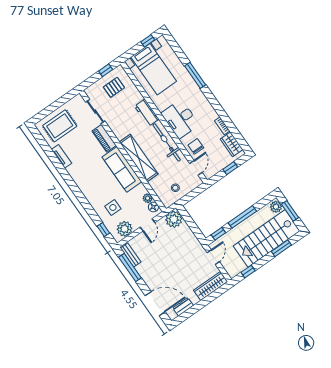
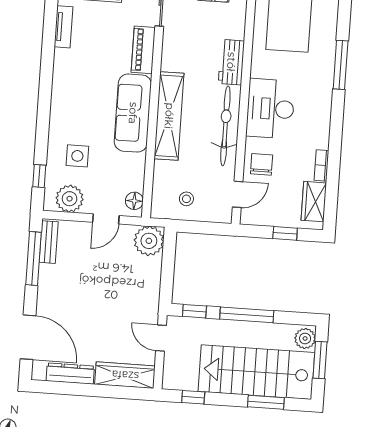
plant: (148, 198) -> (136, 182), removed
door: (213, 257) -> (161, 338), swing flipped
dresser: (183, 307) -> (70, 374), width x1.44

